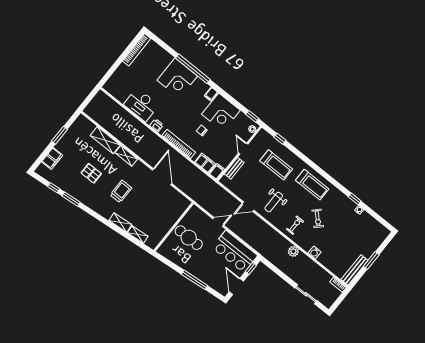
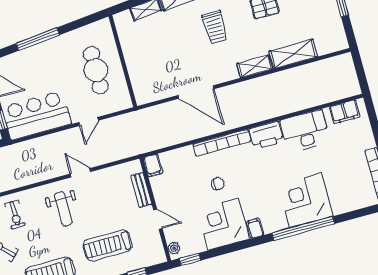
printer: (157, 125) -> (266, 135), width x1.87, depth x1.48
filing cabinet: (205, 163) -> (345, 112), moved
weight bench: (274, 202) -> (63, 209), turned 180
door: (248, 207) -> (81, 173), hinge flipped
cafe table: (189, 238) -> (96, 70), turned 90

